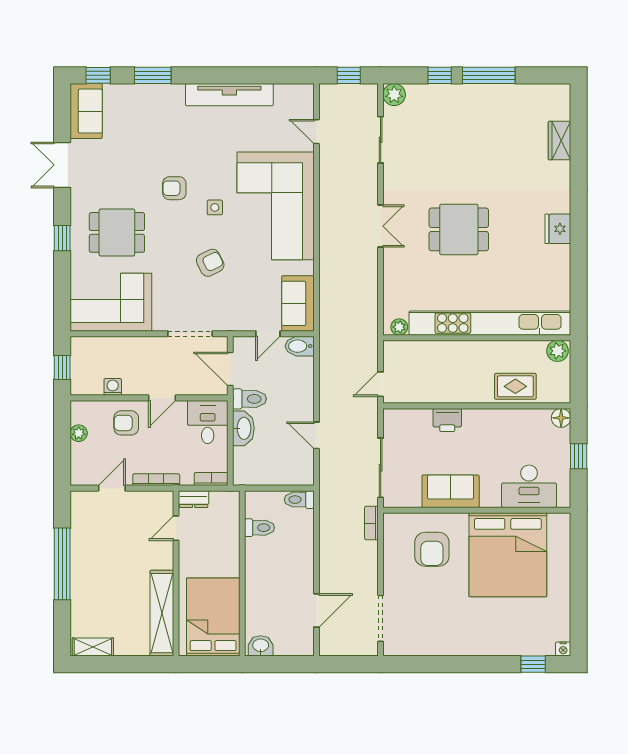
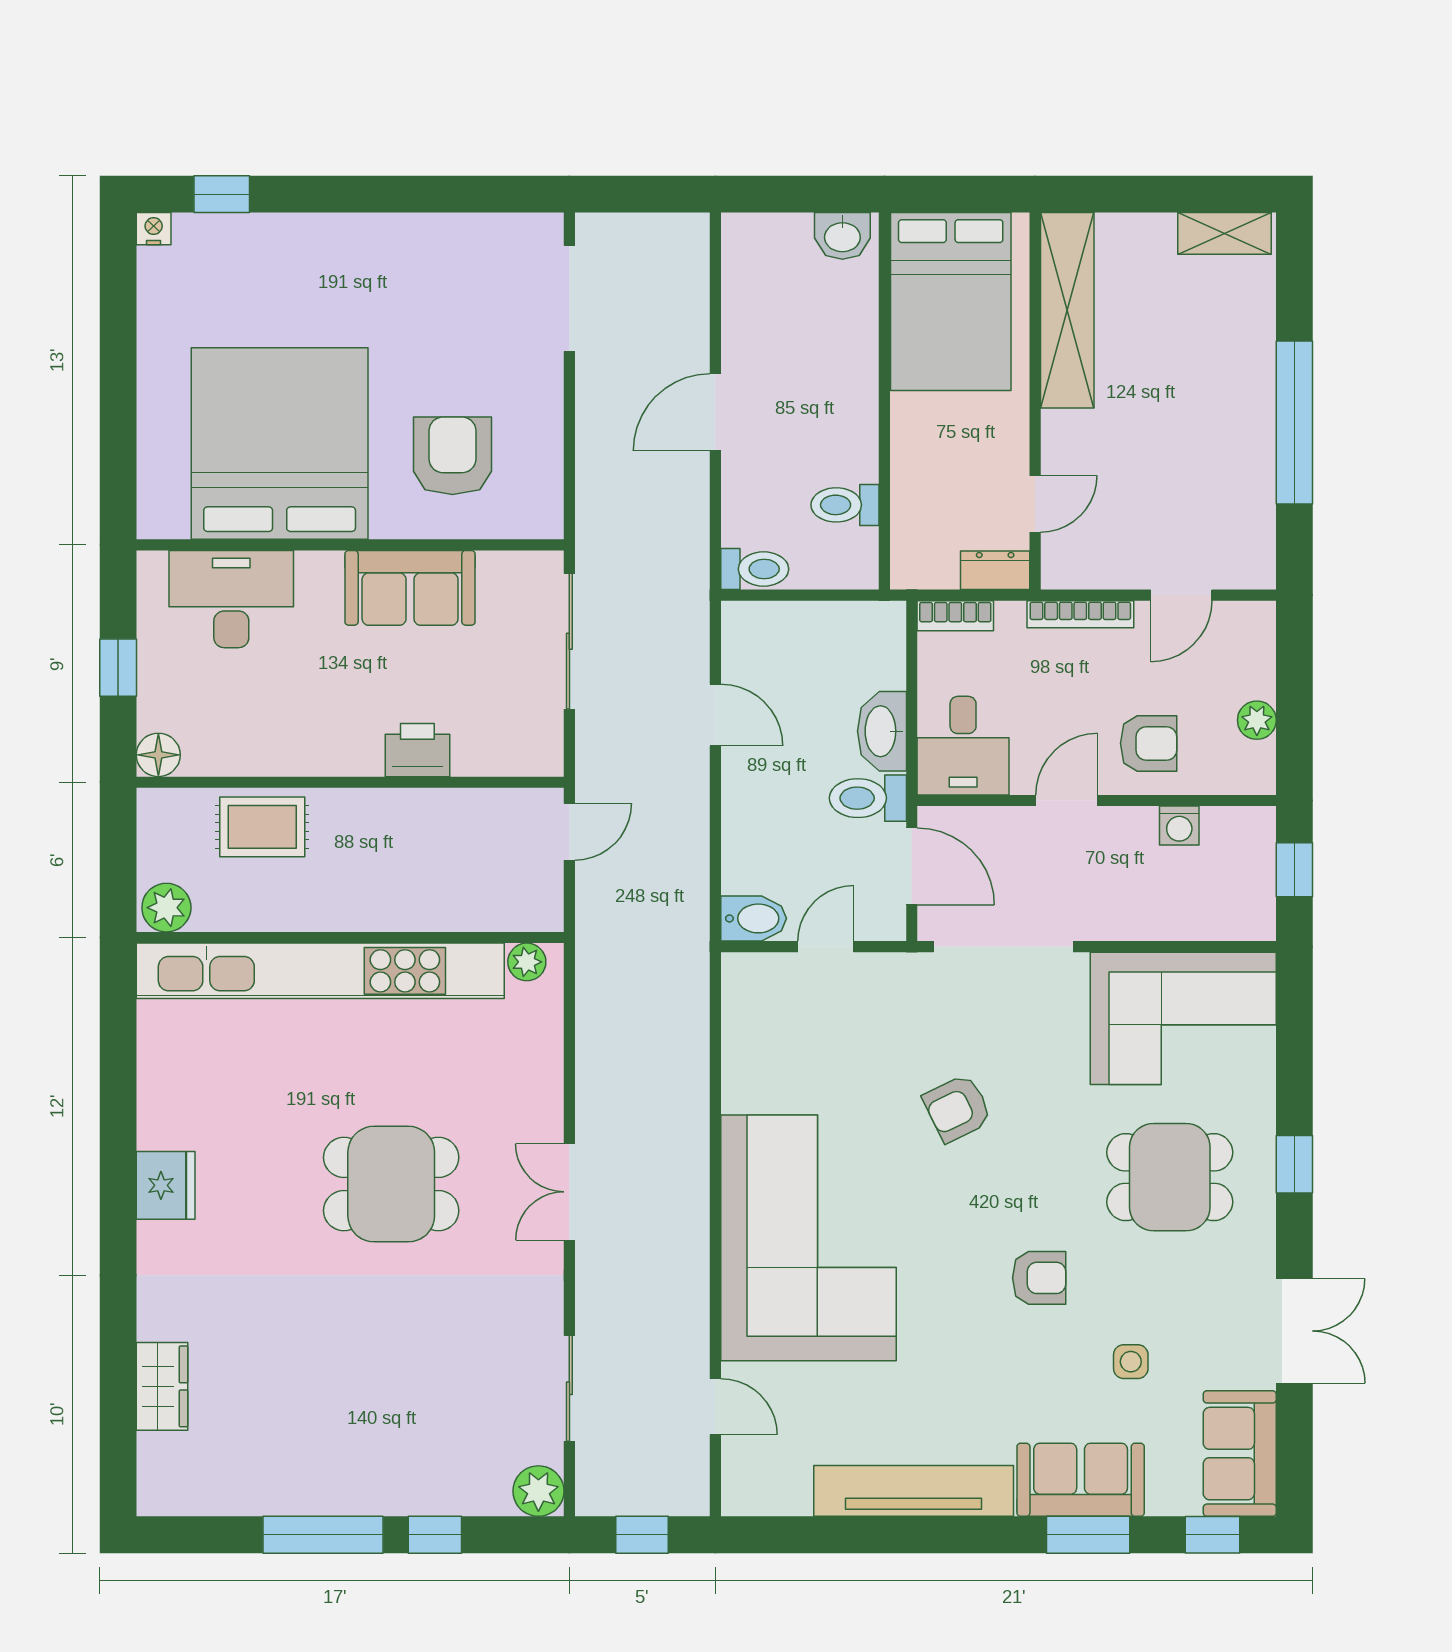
side table: (215, 207) -> (1131, 1362), moved
sofa: (298, 303) -> (1081, 1480), moved, turned -90
doorway: (190, 334) -> (1003, 947), width x1.36
bookcase: (371, 523) -> (590, 516), removed
door: (316, 610) -> (715, 412), moved

